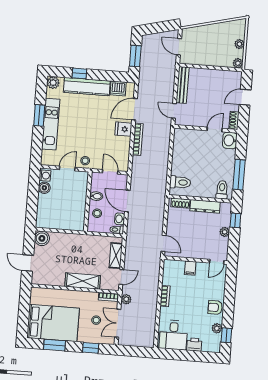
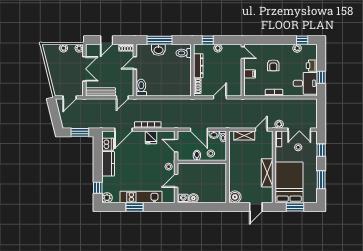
double door: (212, 68) -> (84, 69), added
window: (79, 73) -> (98, 188), moved
kitchen counter: (87, 87) -> (108, 164), width x0.67
door: (245, 97) -> (107, 40), hinge flipped
door: (135, 109) -> (123, 130), hinge flipped
fridge: (123, 129) -> (151, 137), moved
door: (215, 130) -> (135, 63), hinge flipped
washbasin: (230, 140) -> (158, 50), moved
door: (67, 169) -> (176, 181), hinge flipped
door: (110, 172) -> (176, 146), hinge flipped
window: (239, 175) -> (159, 40), moved
toilet: (180, 182) -> (141, 88), moved
door: (127, 201) -> (199, 130), hinge flipped
door: (163, 243) -> (220, 97), moved
door: (121, 277) -> (261, 130), hinge flipped
shelving: (83, 281) -> (267, 173), moved
armchair: (215, 308) -> (273, 65), moved
window: (24, 310) -> (295, 207), added
bed: (53, 323) -> (289, 182), moved
window: (179, 355) -> (321, 77), added

